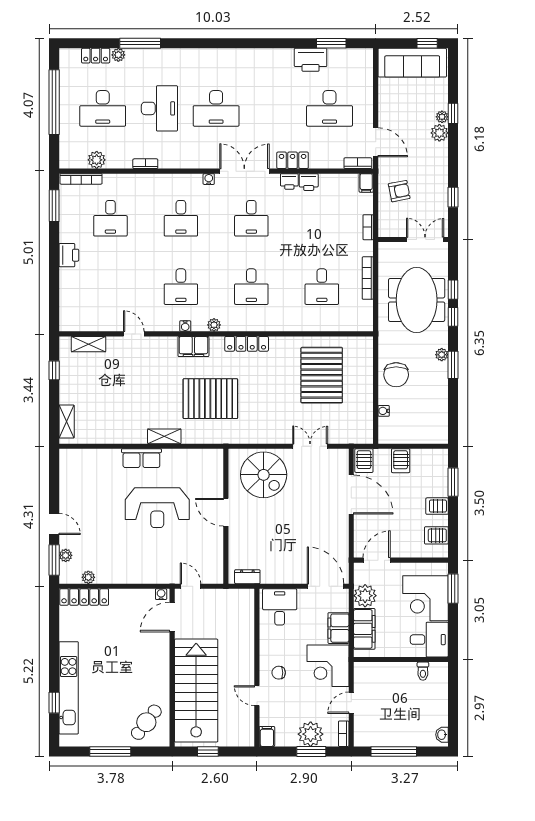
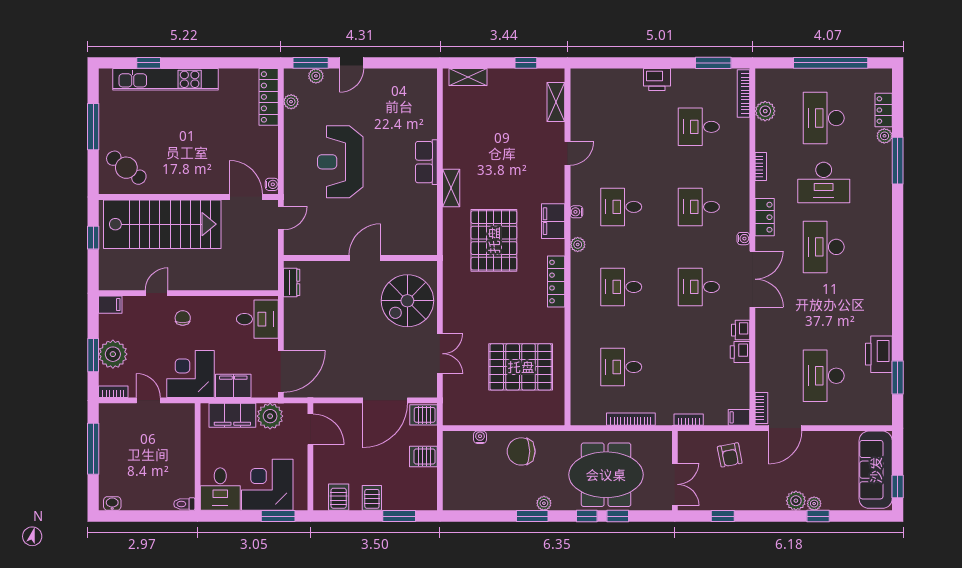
locker: (293, 160) -> (765, 217), moved
reception desk: (157, 508) -> (340, 162), moved
toilet: (423, 671) -> (184, 504), moved

